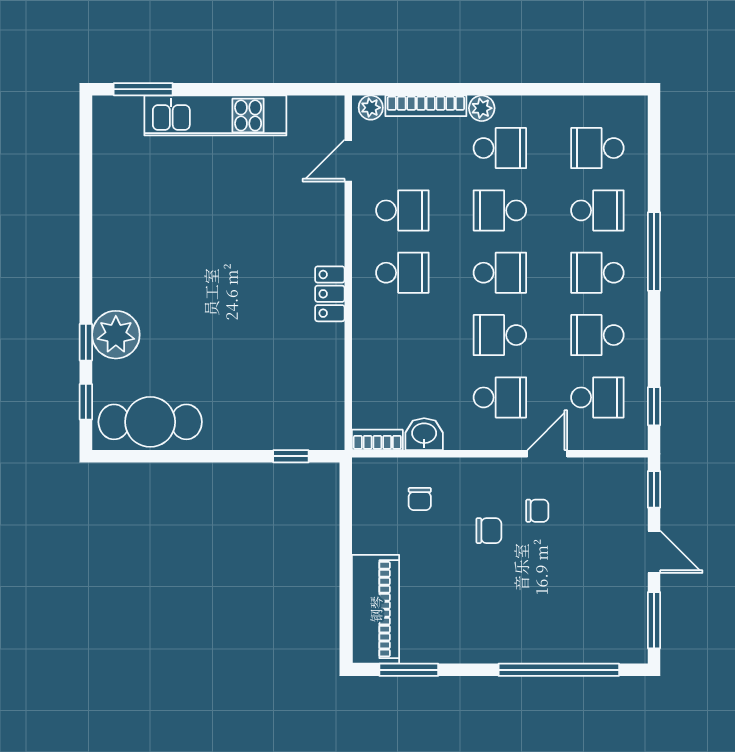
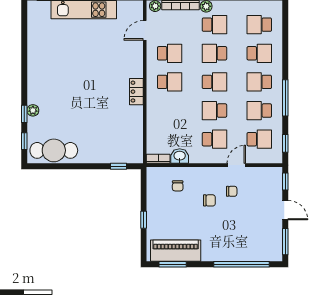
window: (654, 252) -> (285, 98), moved
plant: (116, 335) -> (33, 110), width x0.53, depth x0.53
window: (346, 573) -> (144, 220), added
piano: (376, 609) -> (176, 251), moved, turned -90

